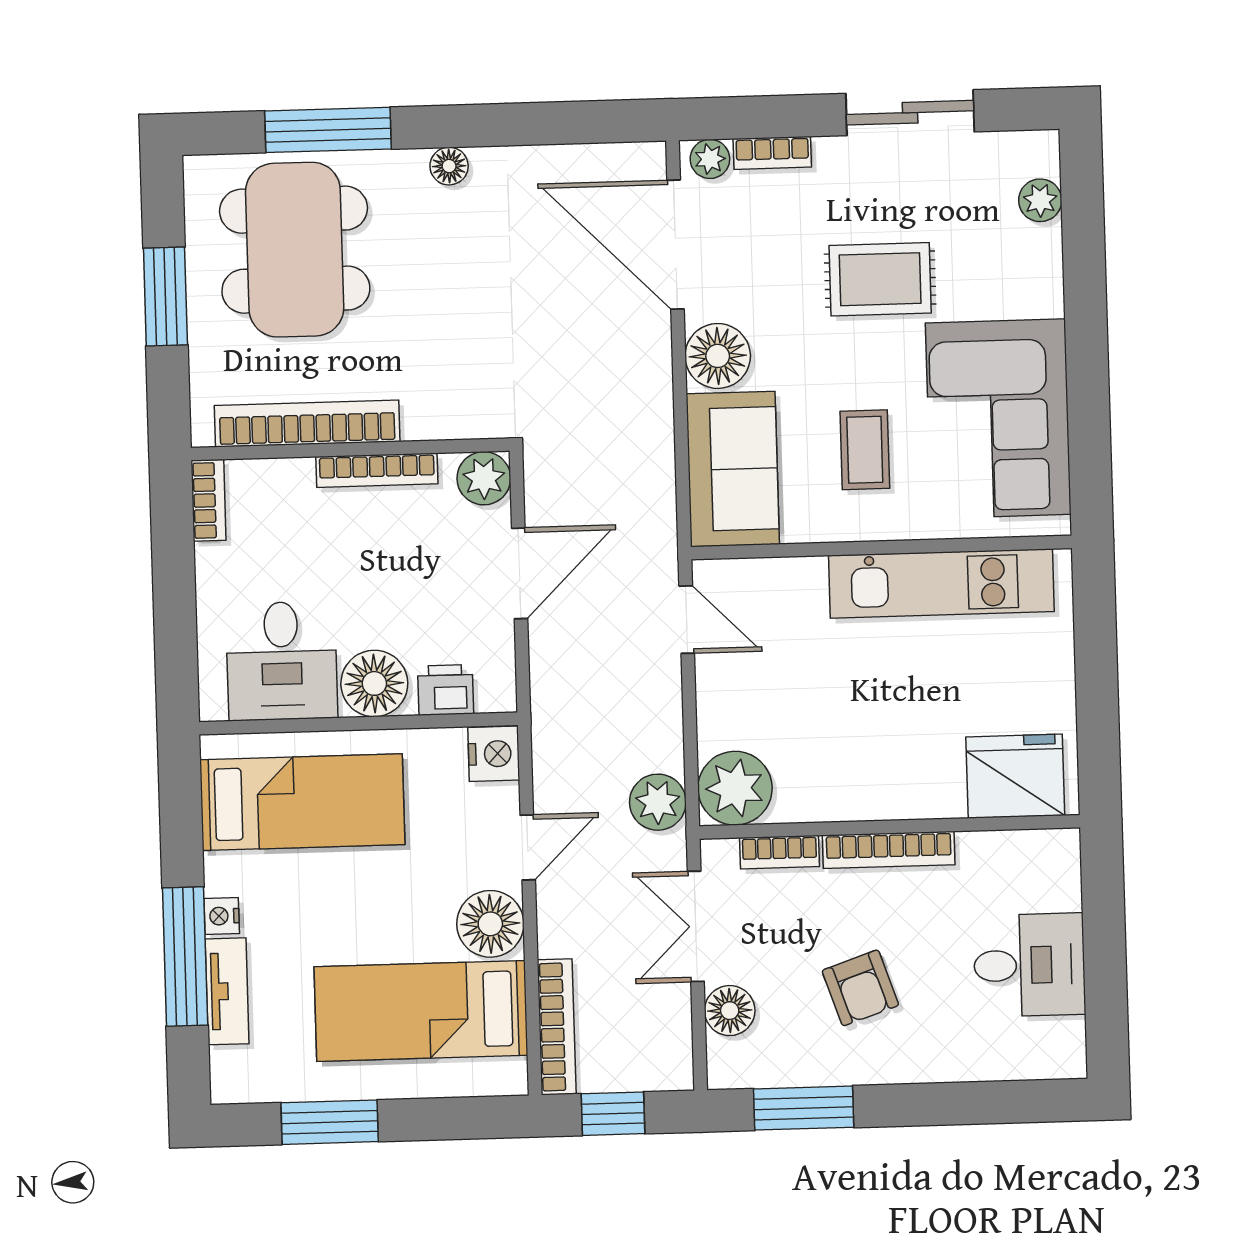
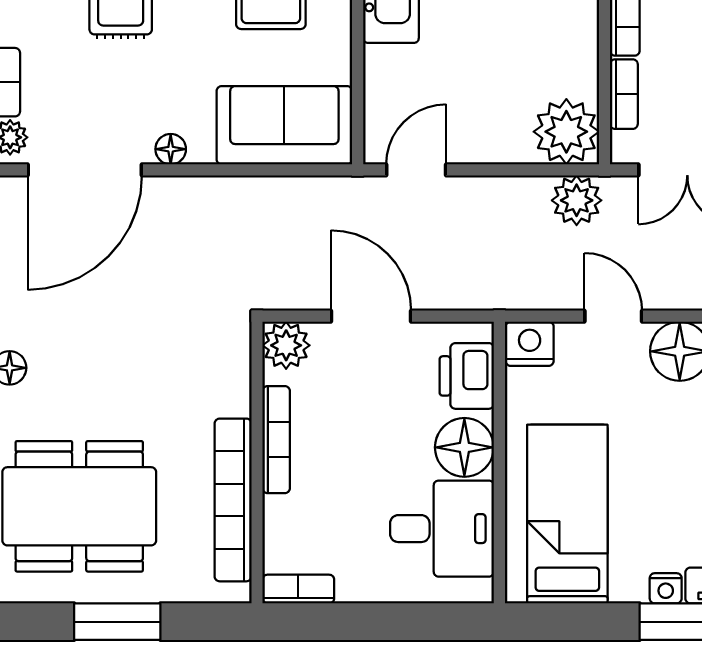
floor lamp: (718, 356) -> (171, 149), width x0.53, depth x0.53
printer: (446, 690) -> (467, 376), width x1.36, depth x1.24

